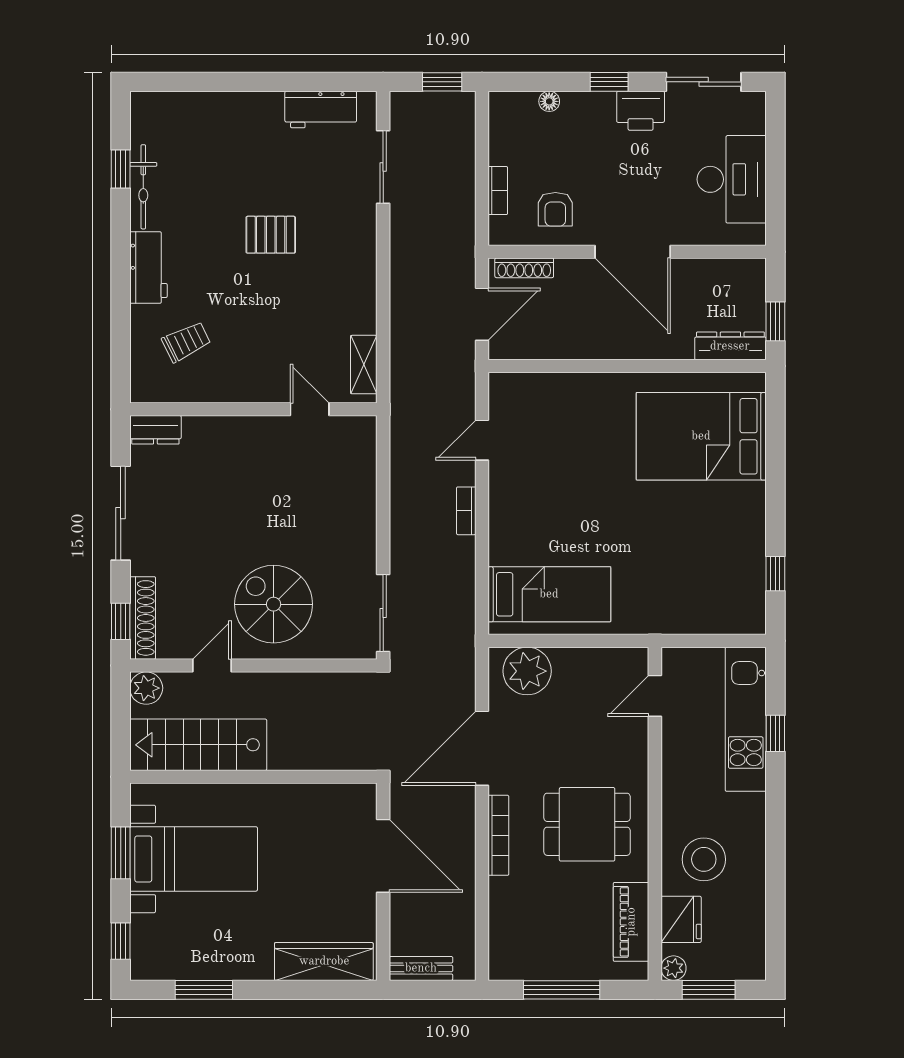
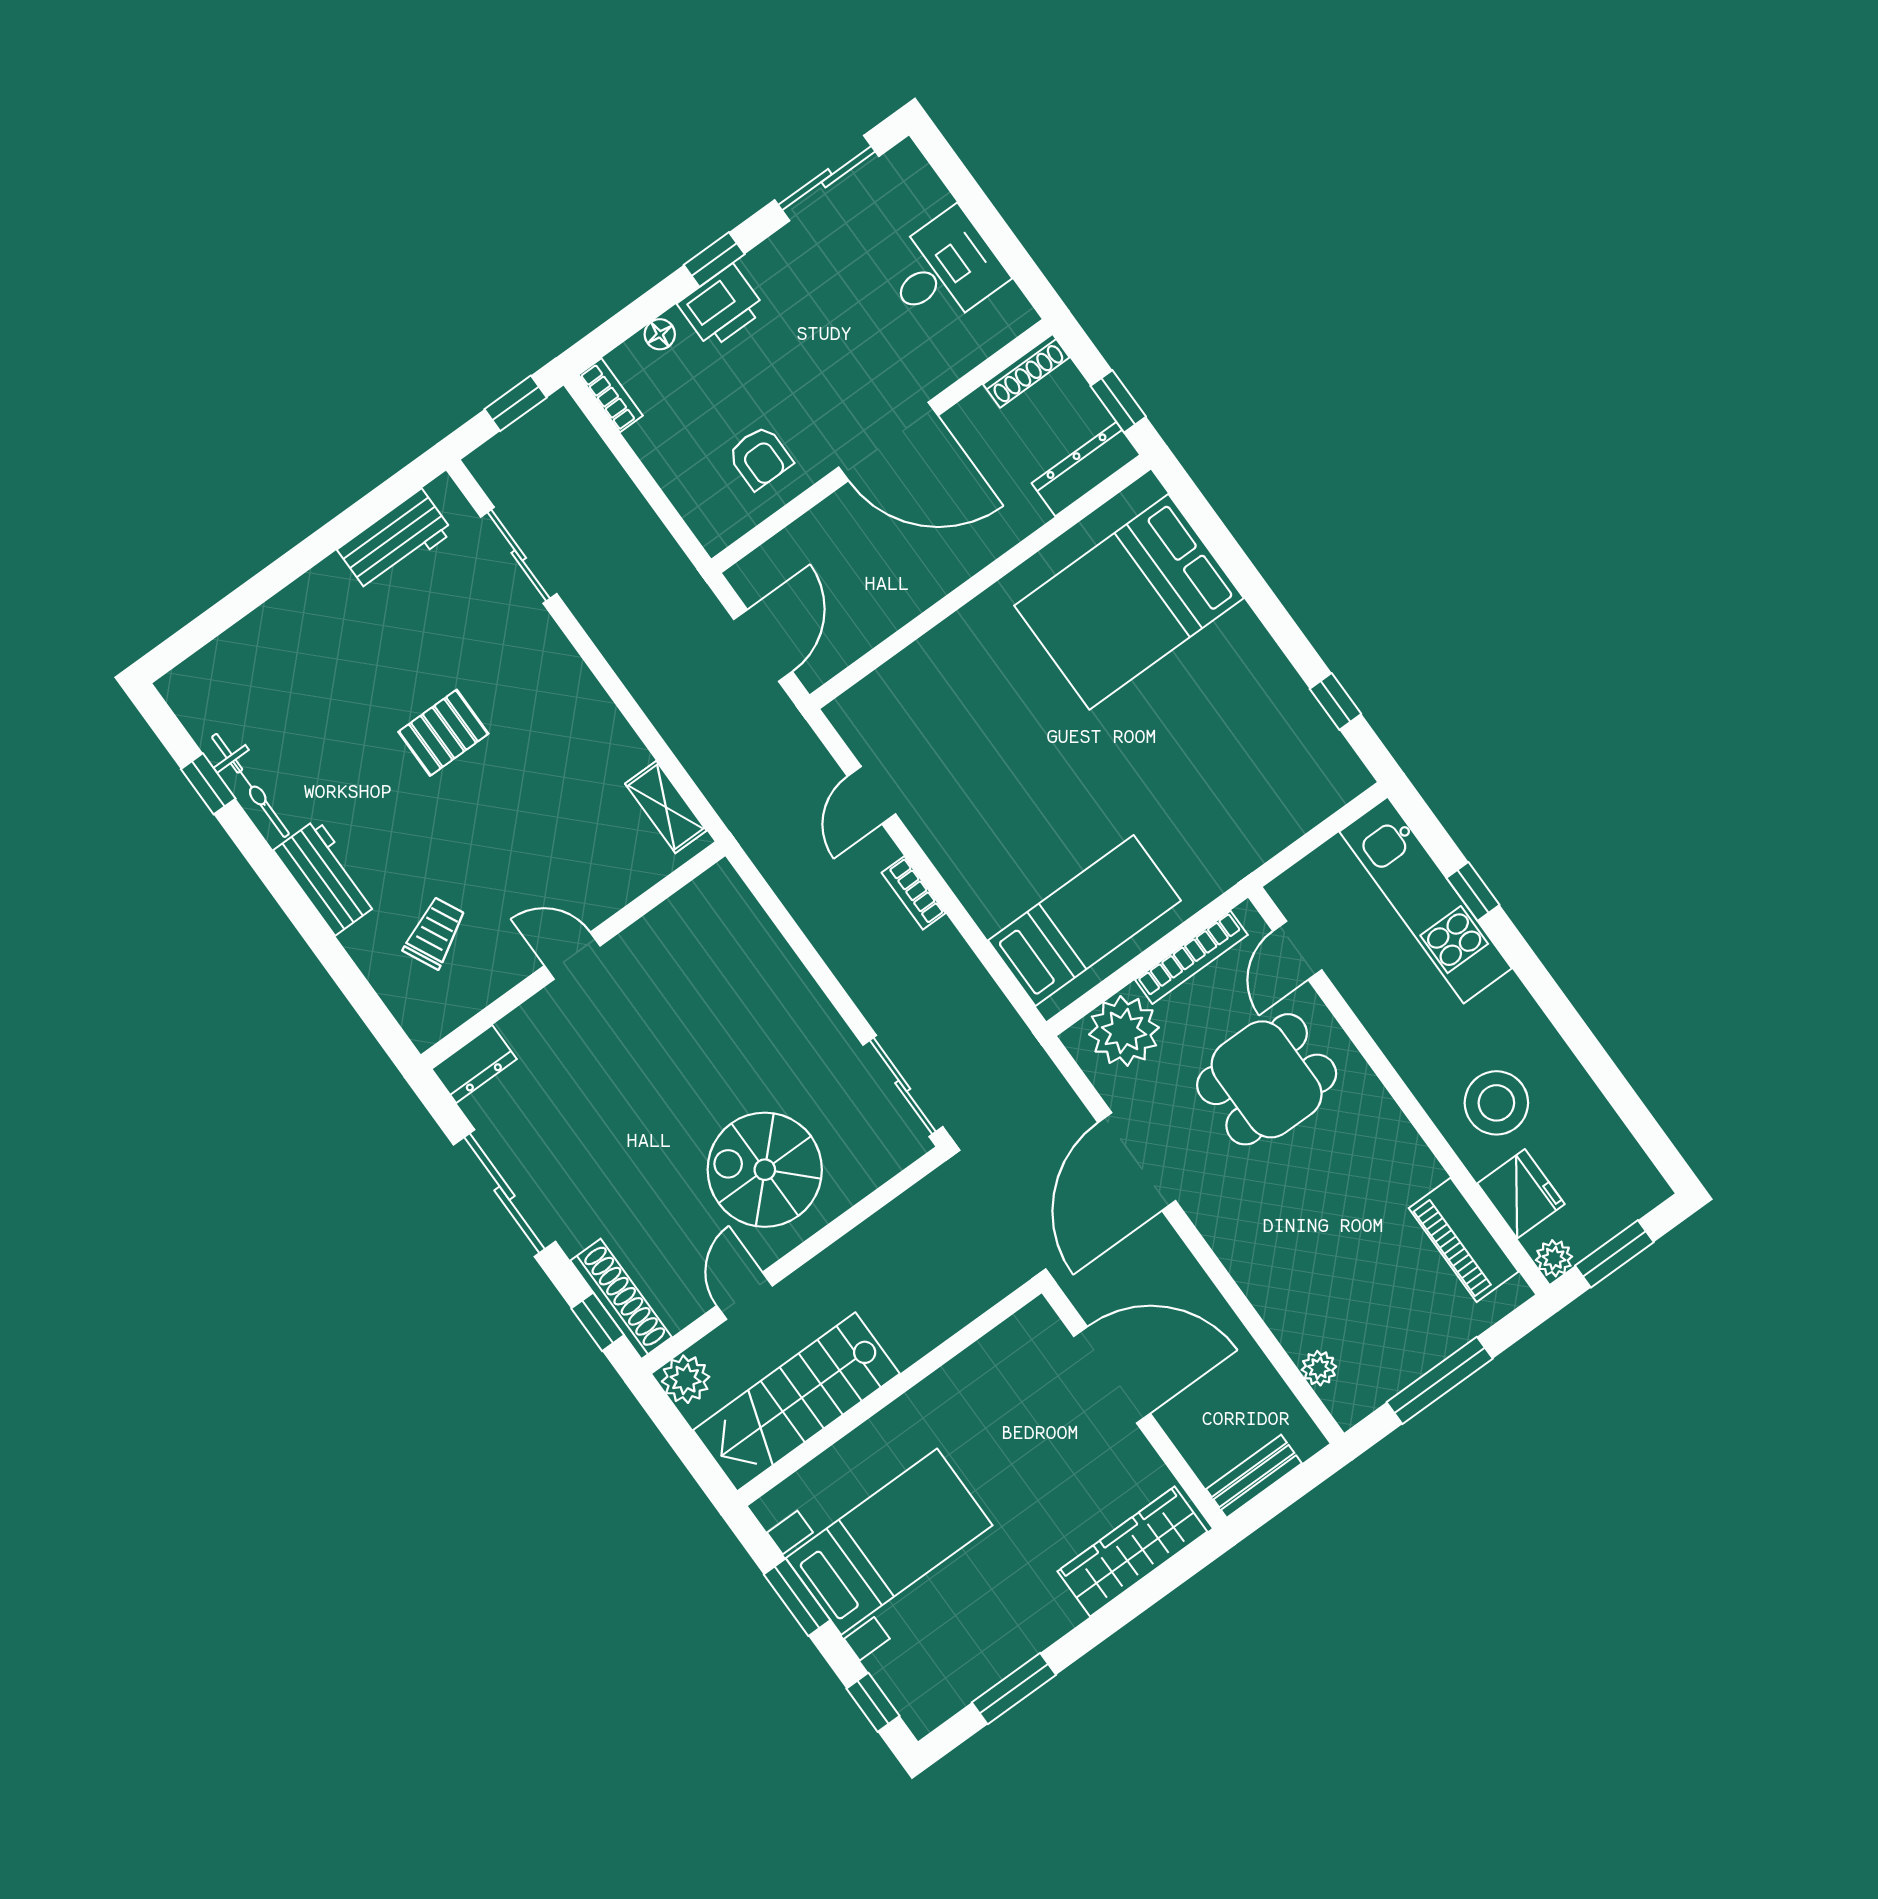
printer: (641, 111) -> (721, 307), moved
desk: (732, 179) -> (944, 270), width x0.73
bookcase: (498, 191) -> (611, 395), moved
shoe rack: (524, 268) -> (1026, 371), moved
door: (310, 409) -> (572, 956), moved
dining table: (587, 824) -> (1267, 1079), moved
bookcase: (498, 835) -> (1191, 957), moved, turned 90
plant: (500, 935) -> (1319, 1368), added

